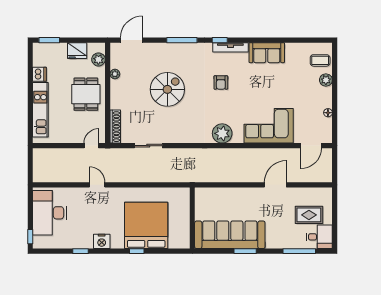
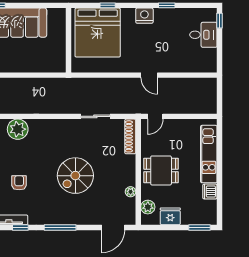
dining table: (86, 94) -> (161, 170), turned 90
desk: (49, 213) -> (203, 35), width x0.53, depth x0.77
wall: (192, 218) -> (68, 40), moved

